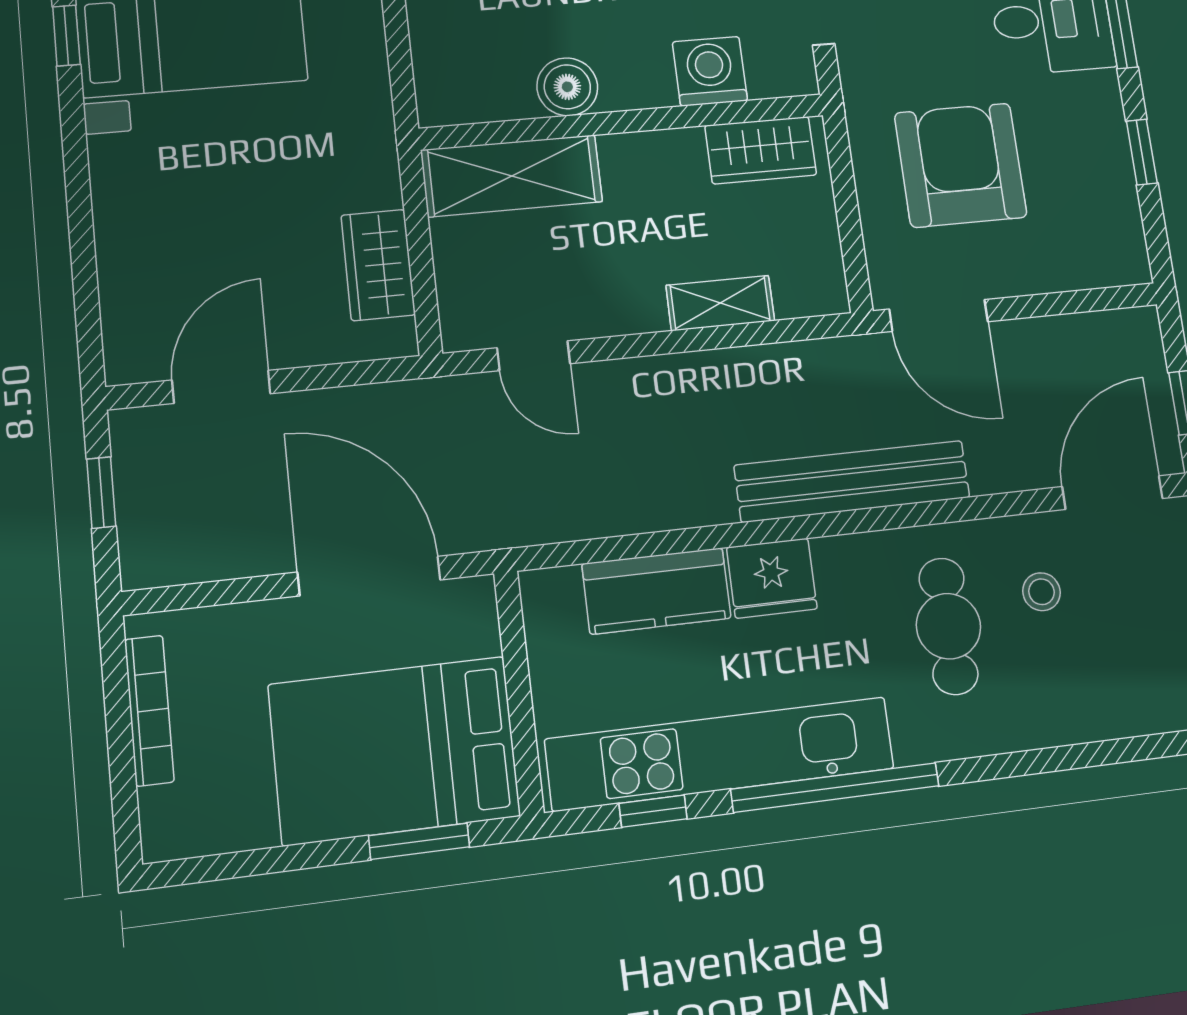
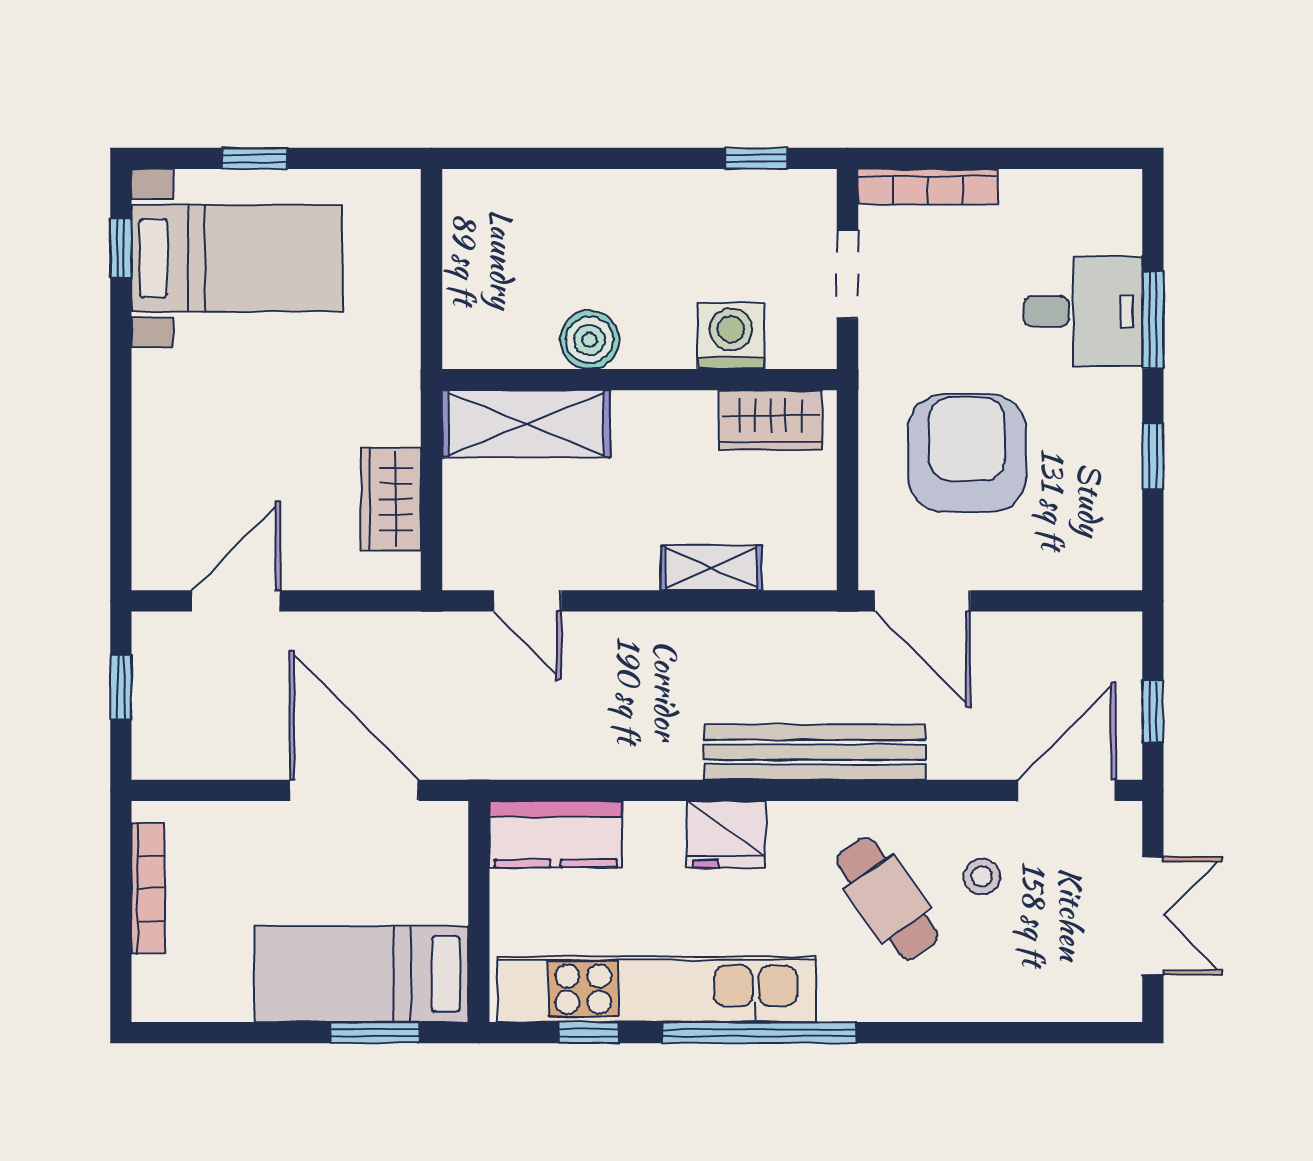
kitchen counter: (656, 591) -> (556, 834), moved
cafe table: (948, 626) -> (887, 898), turned -35
bed: (394, 750) -> (361, 974), width x0.67

